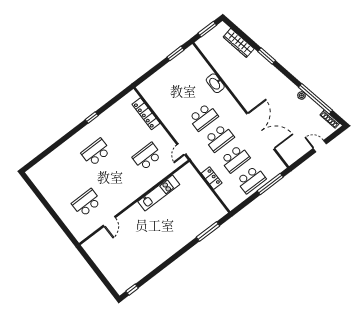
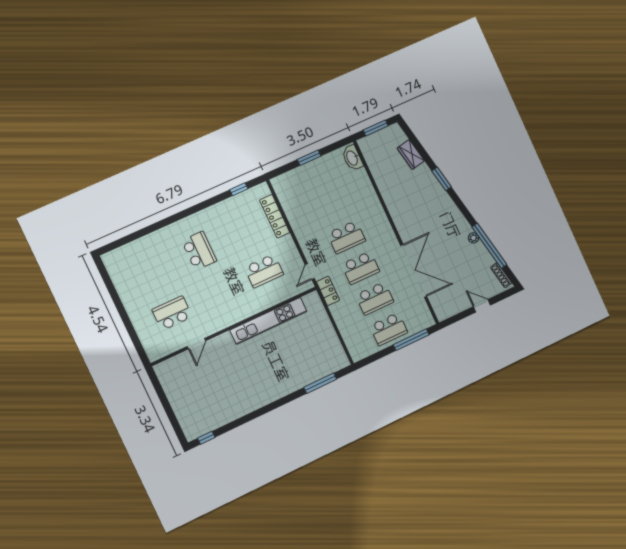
wardrobe: (239, 43) -> (411, 154), width x0.67
window: (175, 53) -> (309, 158), moved
washbasin: (215, 83) -> (352, 158), moved
window: (92, 118) -> (239, 189), moved
school desk: (96, 152) -> (199, 251), turned 90
school desk: (147, 156) -> (264, 271), turned 180
locker: (212, 178) -> (328, 291), moved
kitchen unit: (159, 193) -> (268, 321), width x1.36

